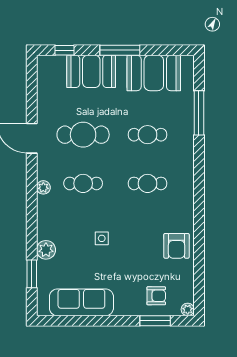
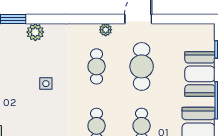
plant: (43, 187) -> (106, 30), moved

